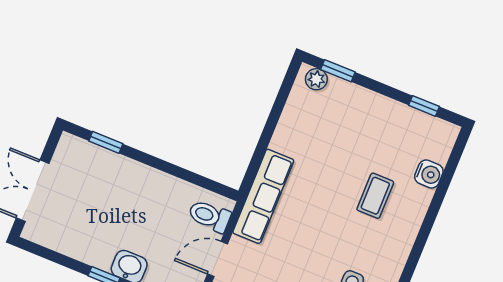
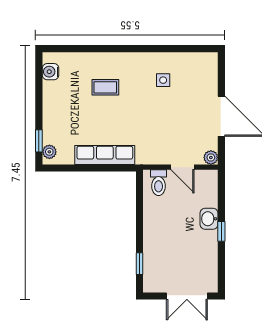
window: (424, 106) -> (39, 80), removed
water cooler: (429, 174) -> (51, 72), moved, turned -90
row of seats: (263, 196) -> (105, 155), moved

